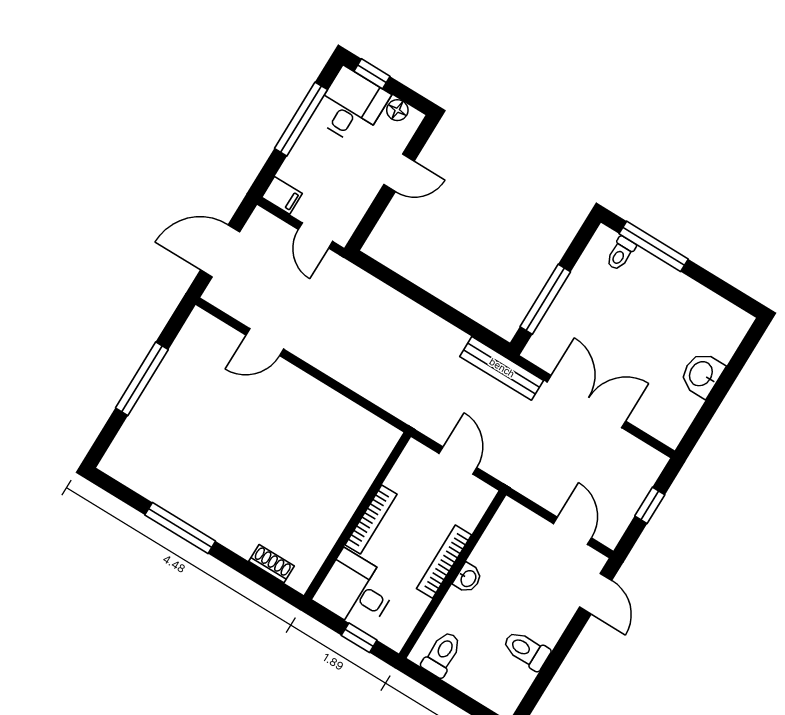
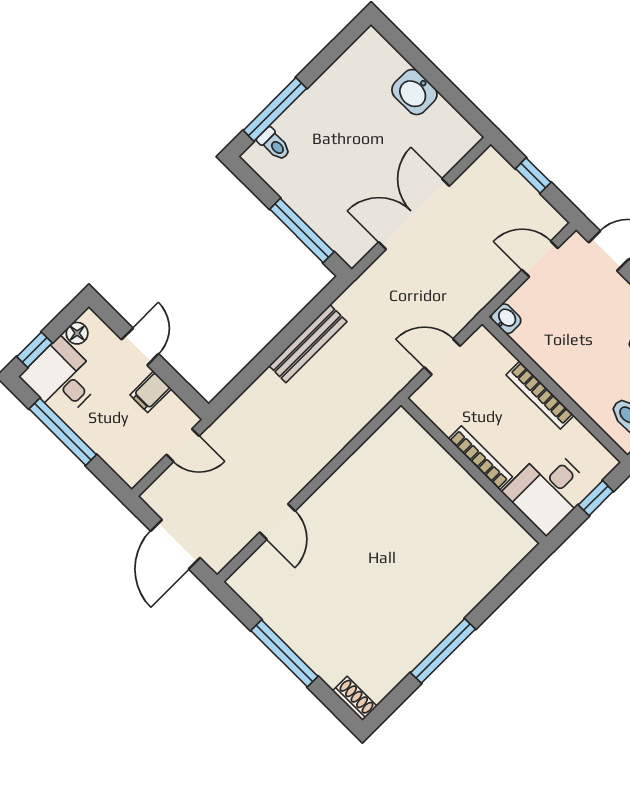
filing cabinet: (282, 195) -> (151, 392), moved, turned 180
bench: (502, 368) -> (308, 344), moved
shoe rack: (271, 564) -> (355, 698), moved, turned 90
washbasin: (468, 578) -> (506, 319), moved

